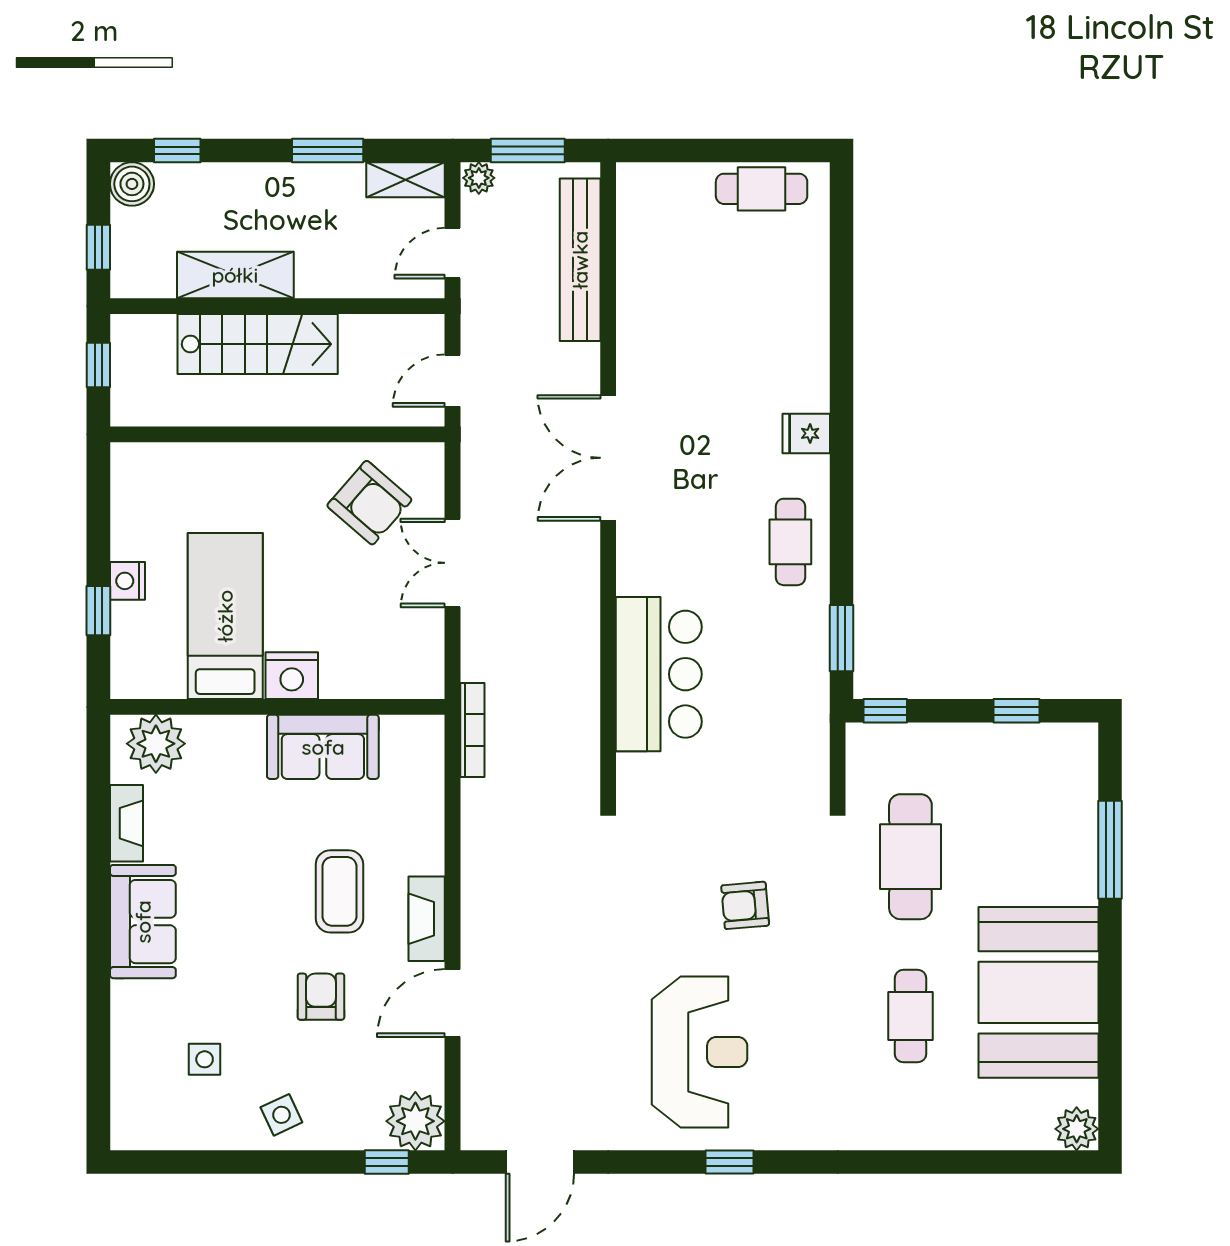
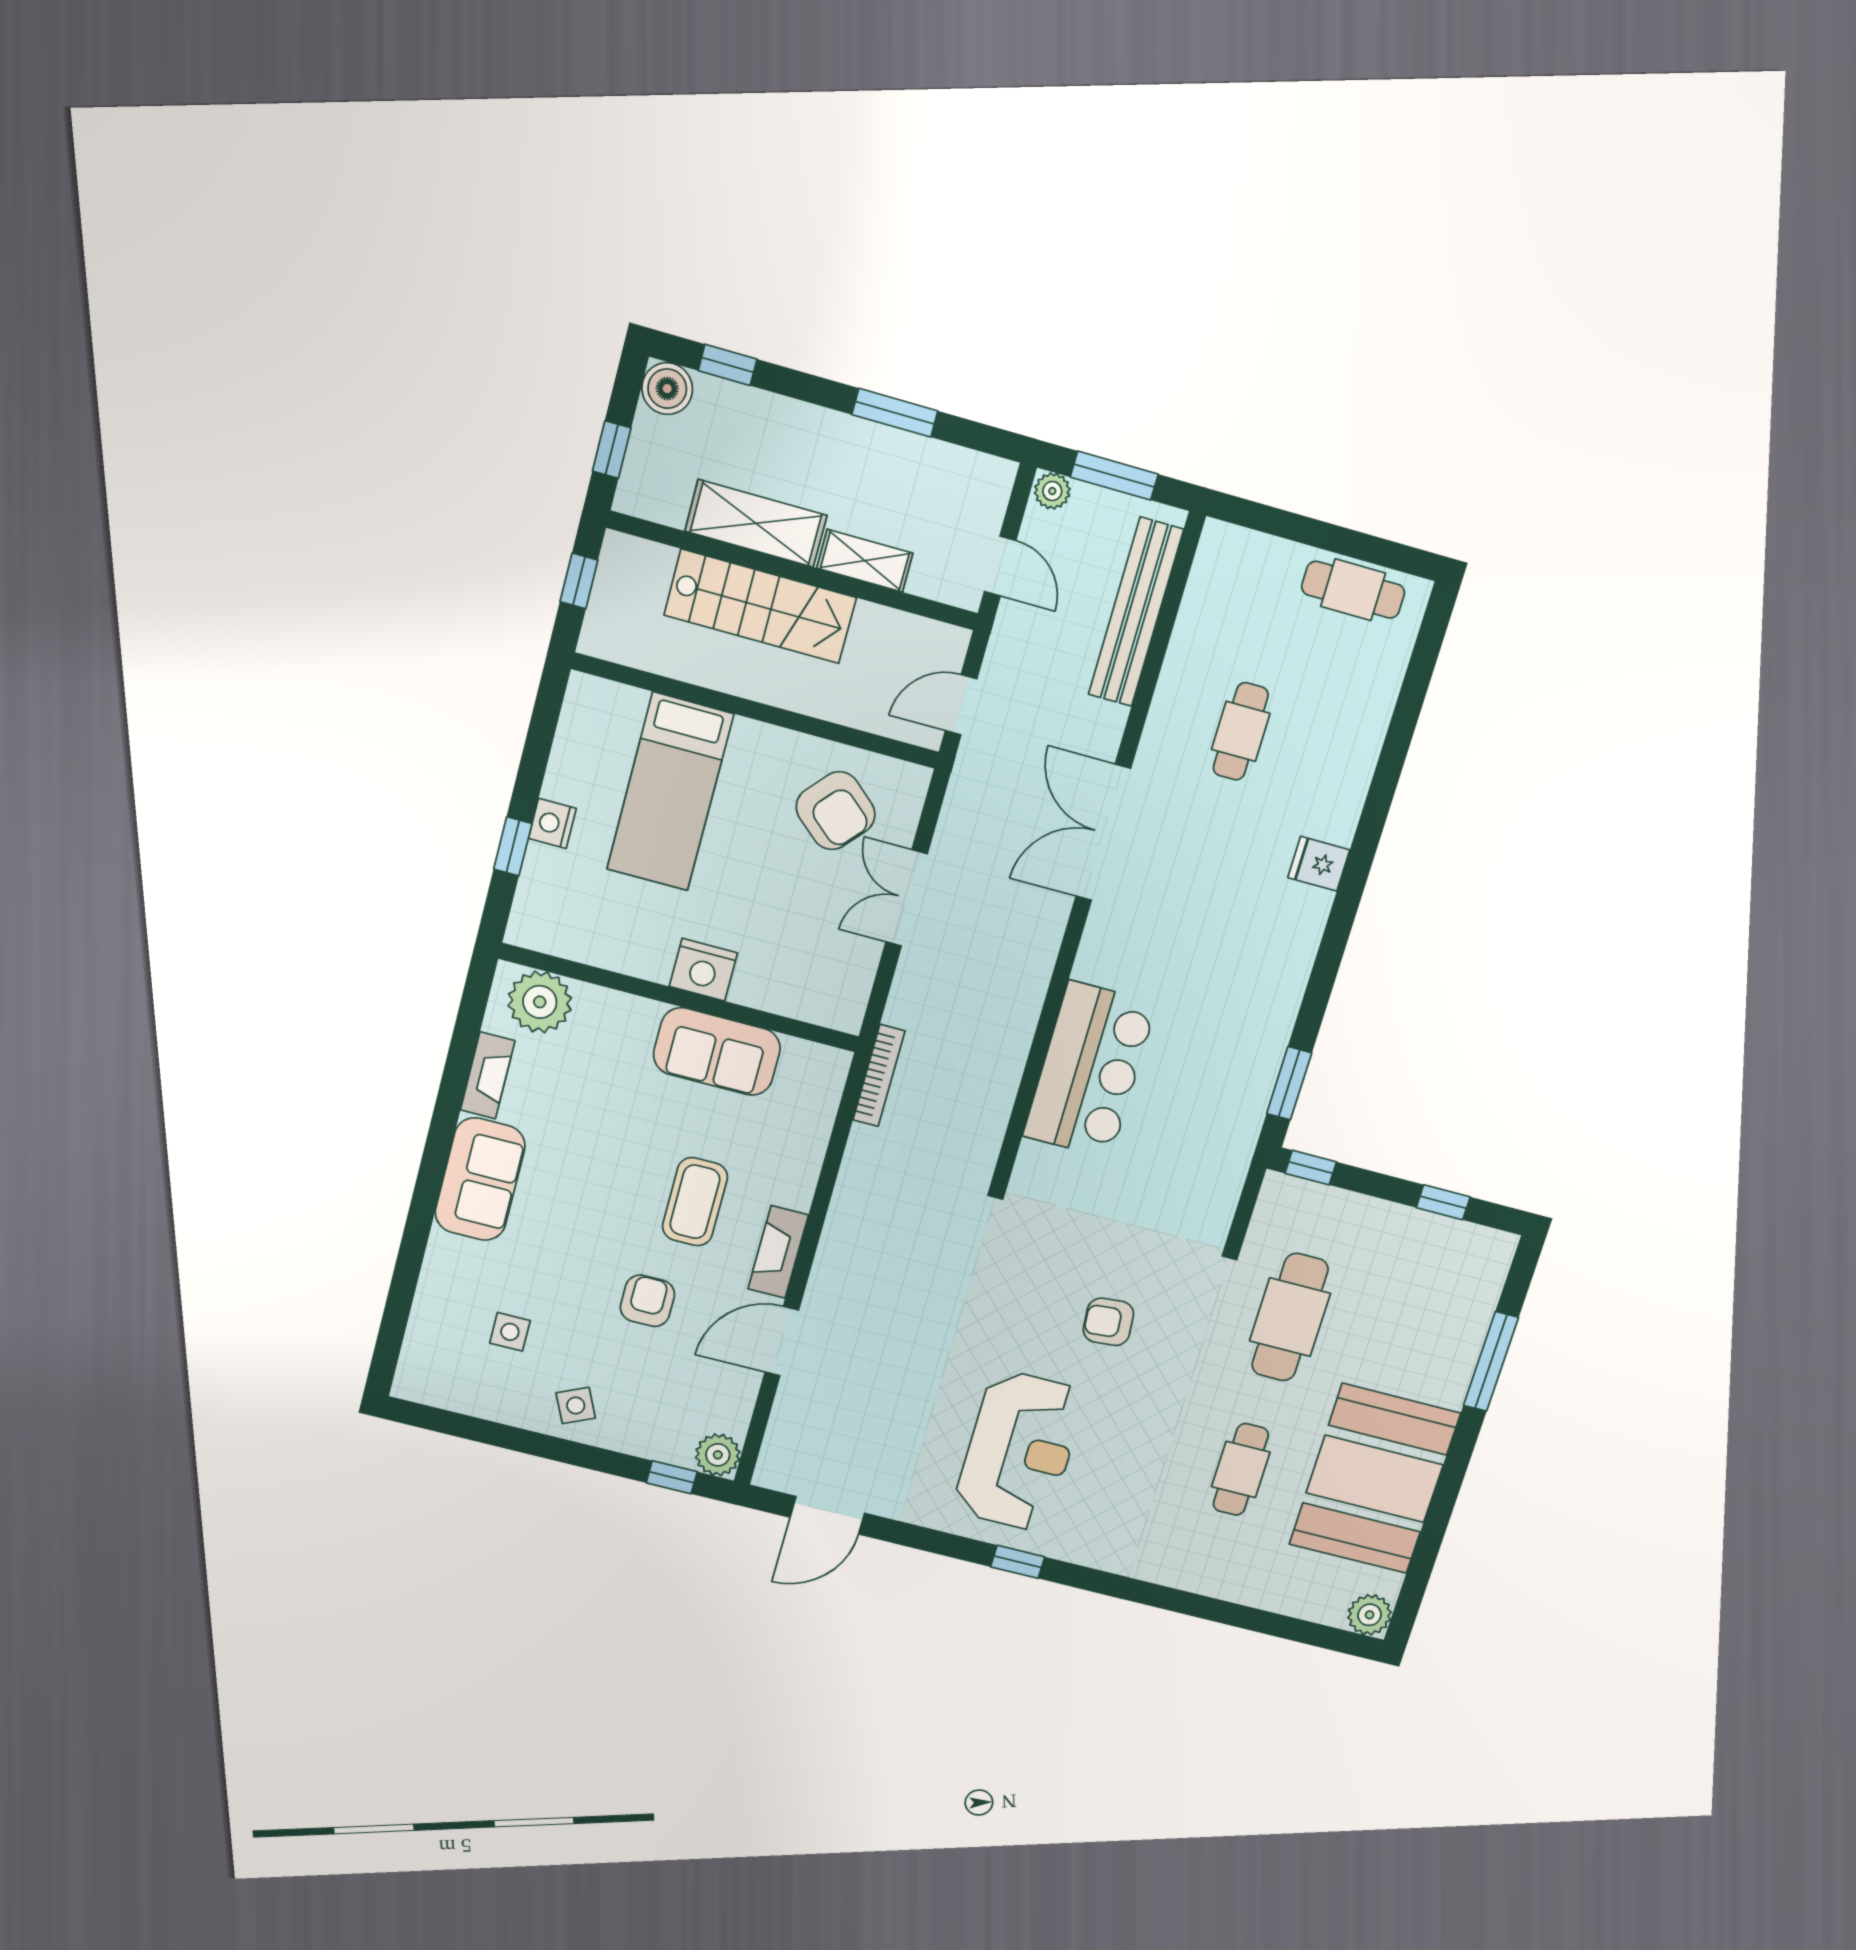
shelving: (405, 180) -> (865, 561), moved
door: (452, 253) -> (1000, 566), swing flipped
cafe table: (790, 542) -> (1241, 731), moved
bed: (225, 616) -> (670, 792), moved, turned 180
plant: (415, 1121) -> (718, 1455), width x0.73, depth x0.73

